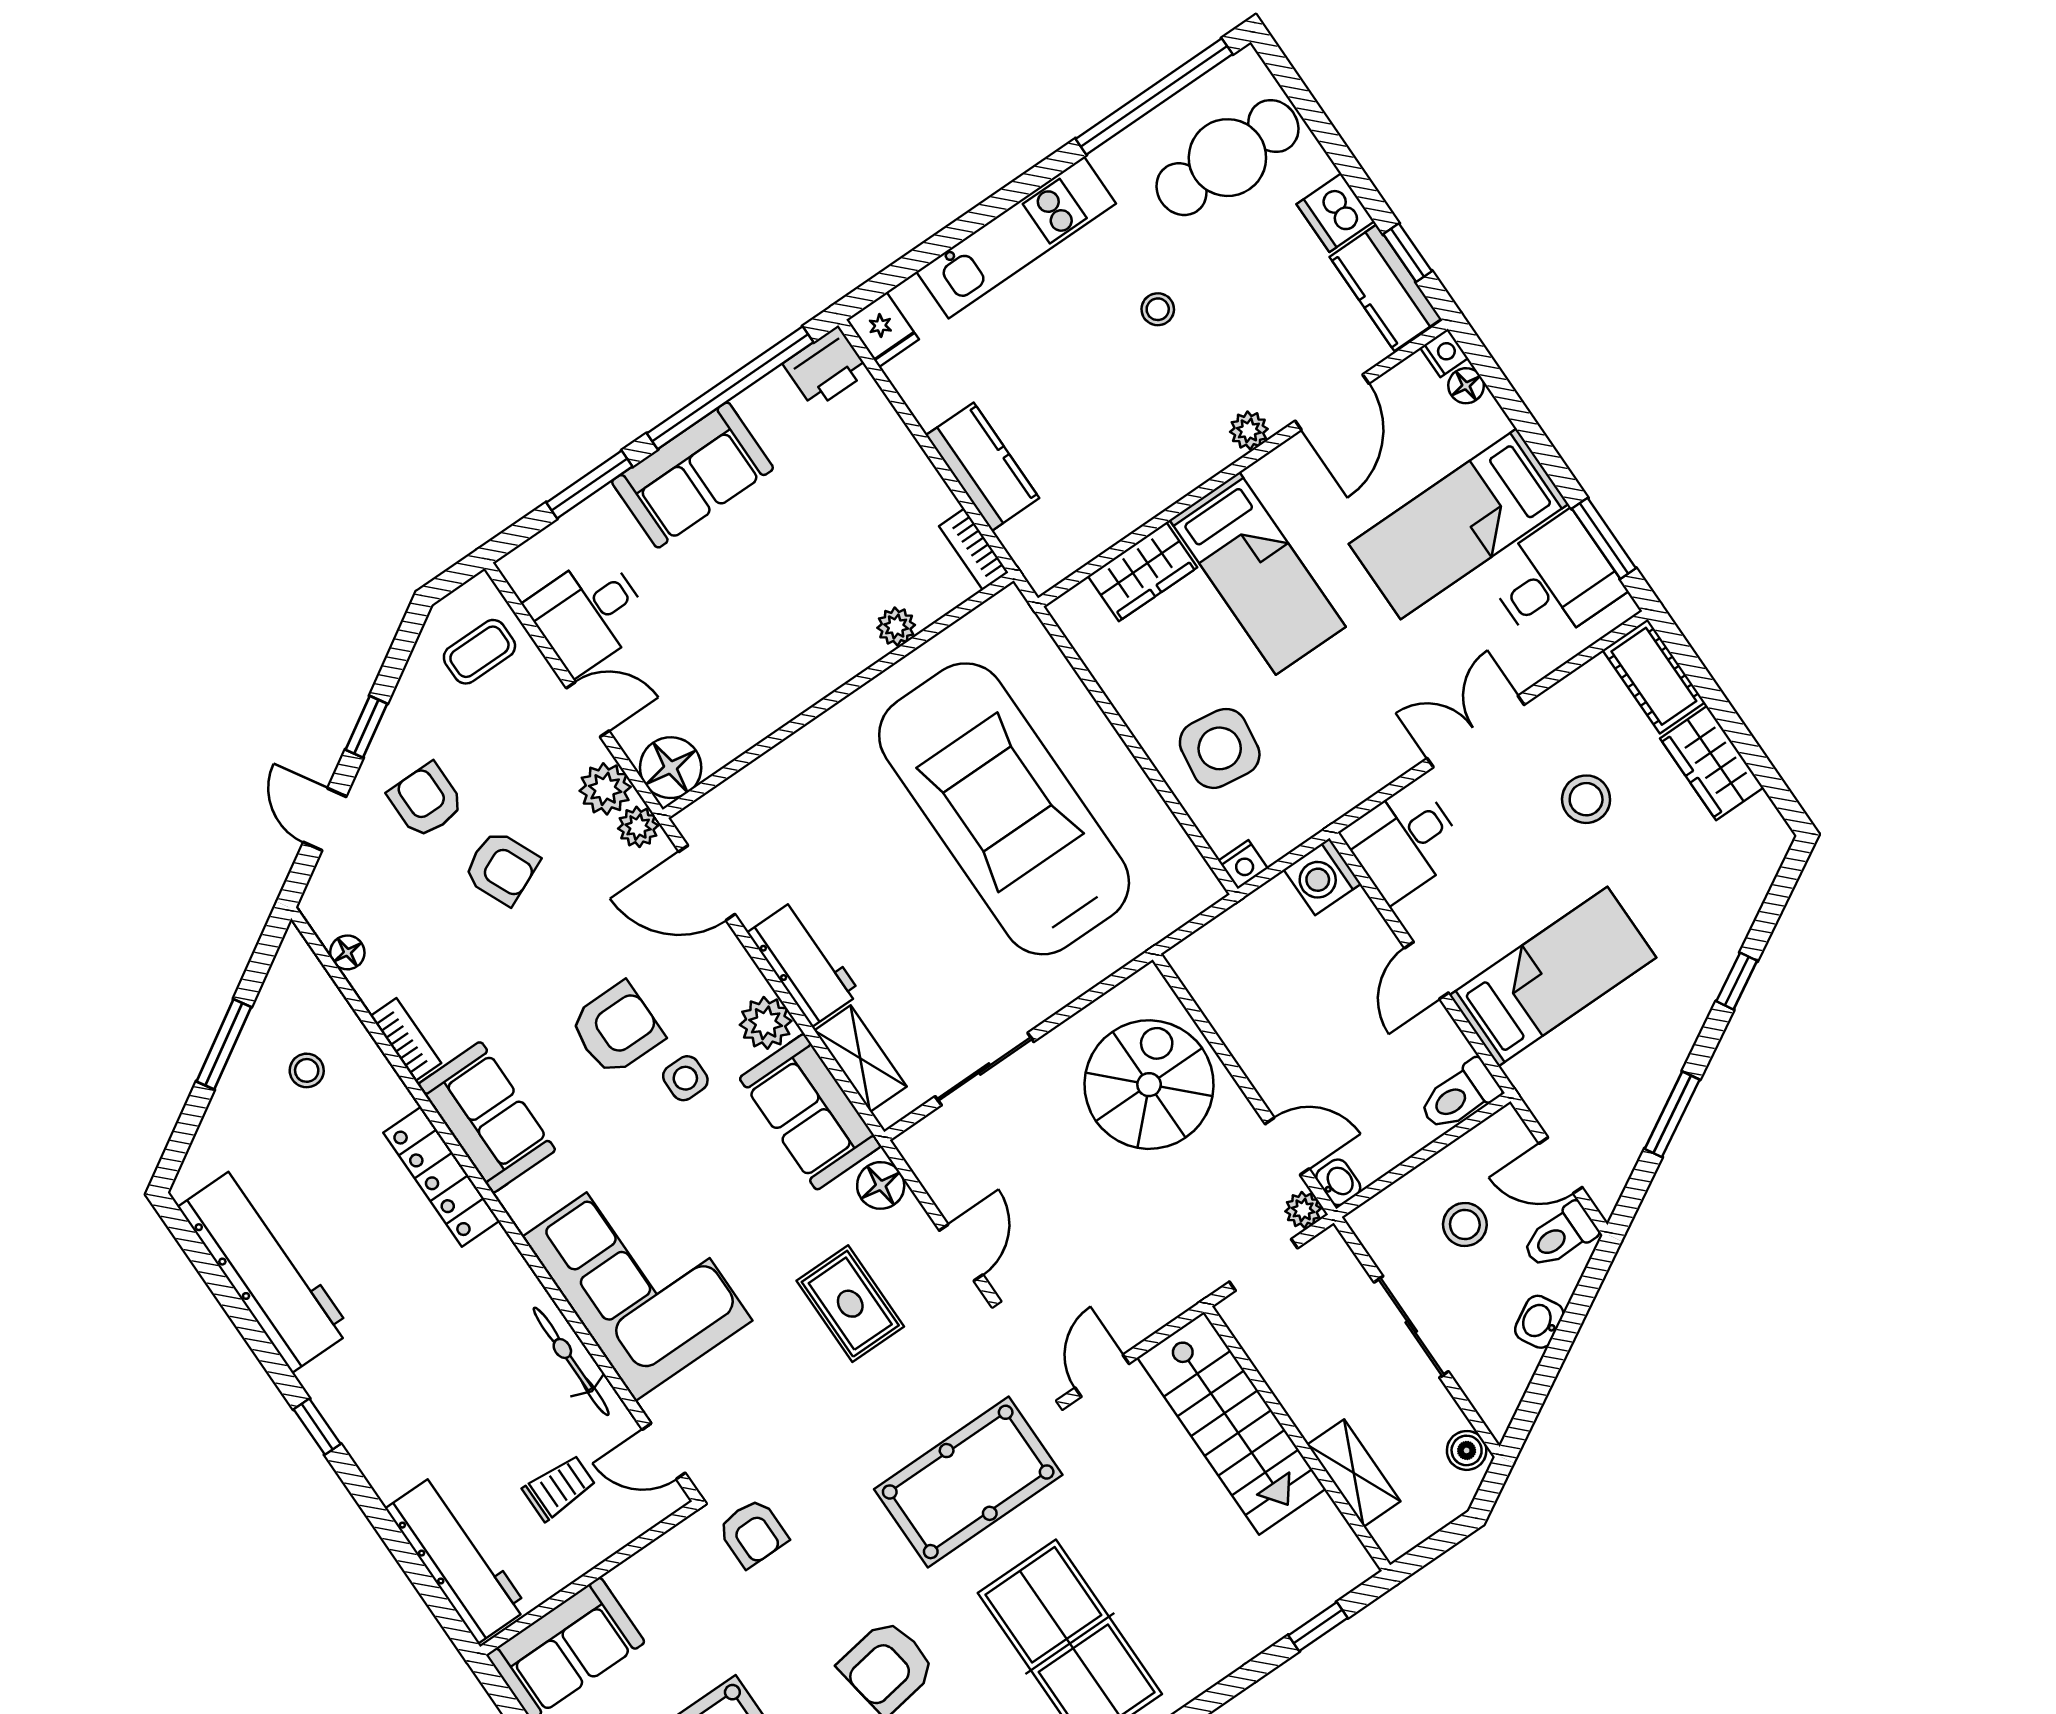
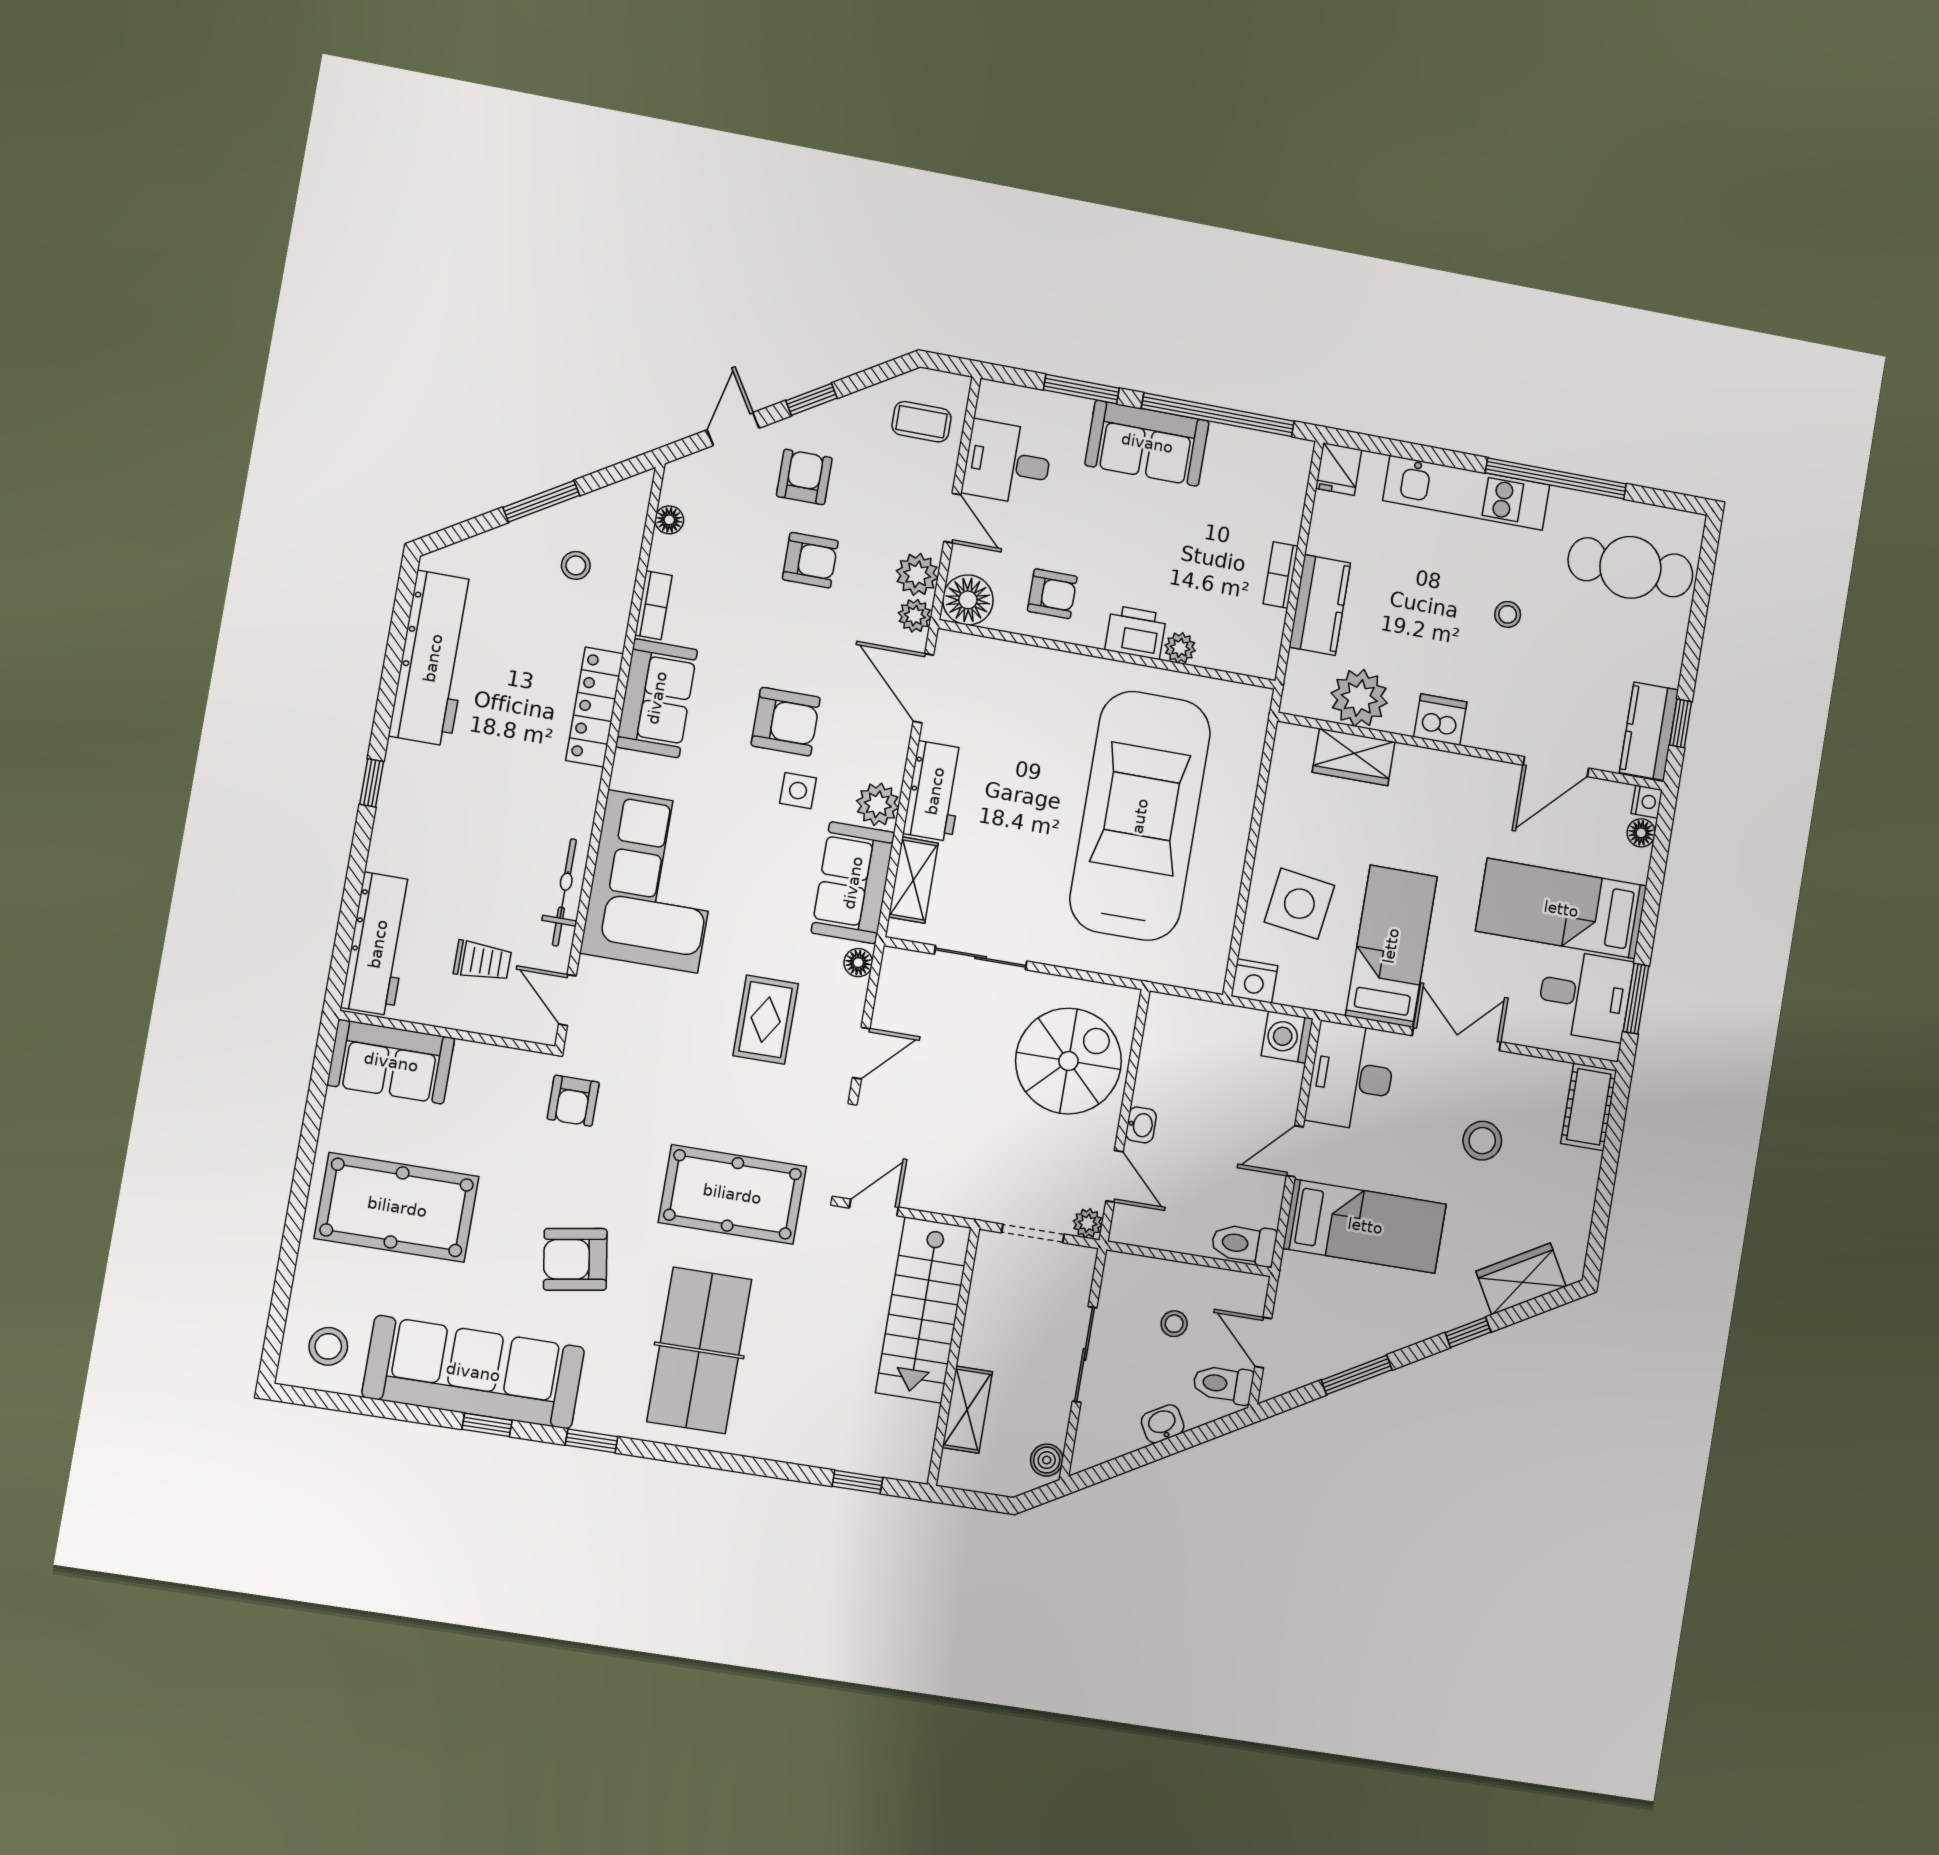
window: (1154, 96) -> (1556, 478), moved
dishwasher: (1335, 213) -> (1440, 720), moved, turned 90
printer: (826, 367) -> (1136, 632), moved, turned 180
plant: (1249, 430) -> (1359, 698), moved, width x1.88, depth x1.88
bookcase: (974, 549) -> (1281, 575), moved
bed: (1258, 573) -> (1391, 946), moved, turned 180
armchair: (738, 690) -> (1052, 594), added
wardrobe: (1712, 763) -> (1521, 1279), moved, turned 60
desk: (1404, 842) -> (1351, 1076), width x1.37
nightstand: (1243, 865) -> (1254, 981), width x1.39, depth x1.35
armchair: (501, 868) -> (810, 560), turned -66
washbasin: (1338, 1182) -> (1141, 1125), moved
floor lamp: (881, 1185) -> (858, 963), width x0.73, depth x0.73
stool: (1465, 1224) -> (1174, 1324), width x0.73, depth x0.73

